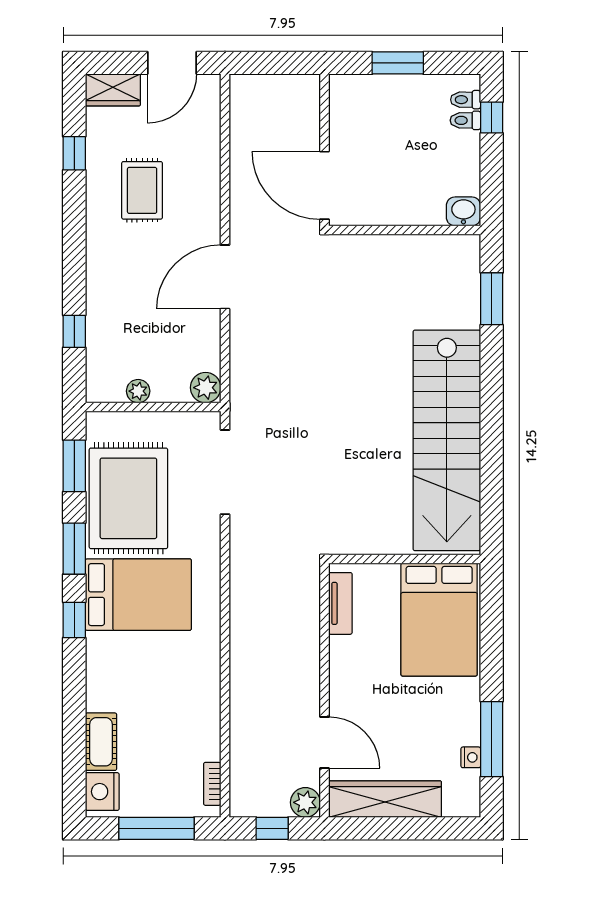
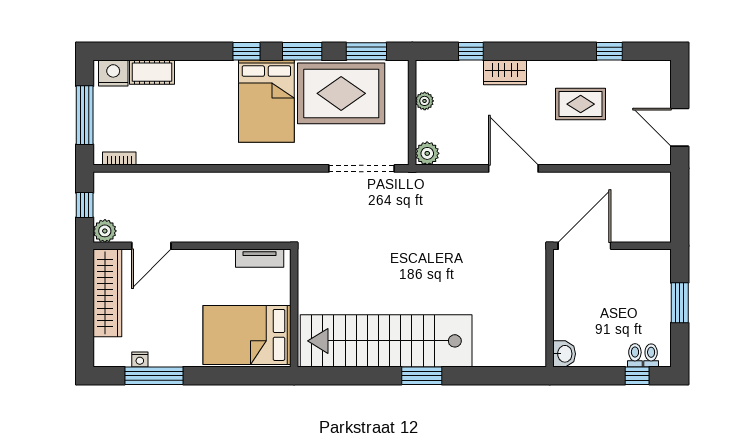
wardrobe: (113, 90) -> (505, 72), moved, turned -90
window: (492, 299) -> (422, 376), moved

